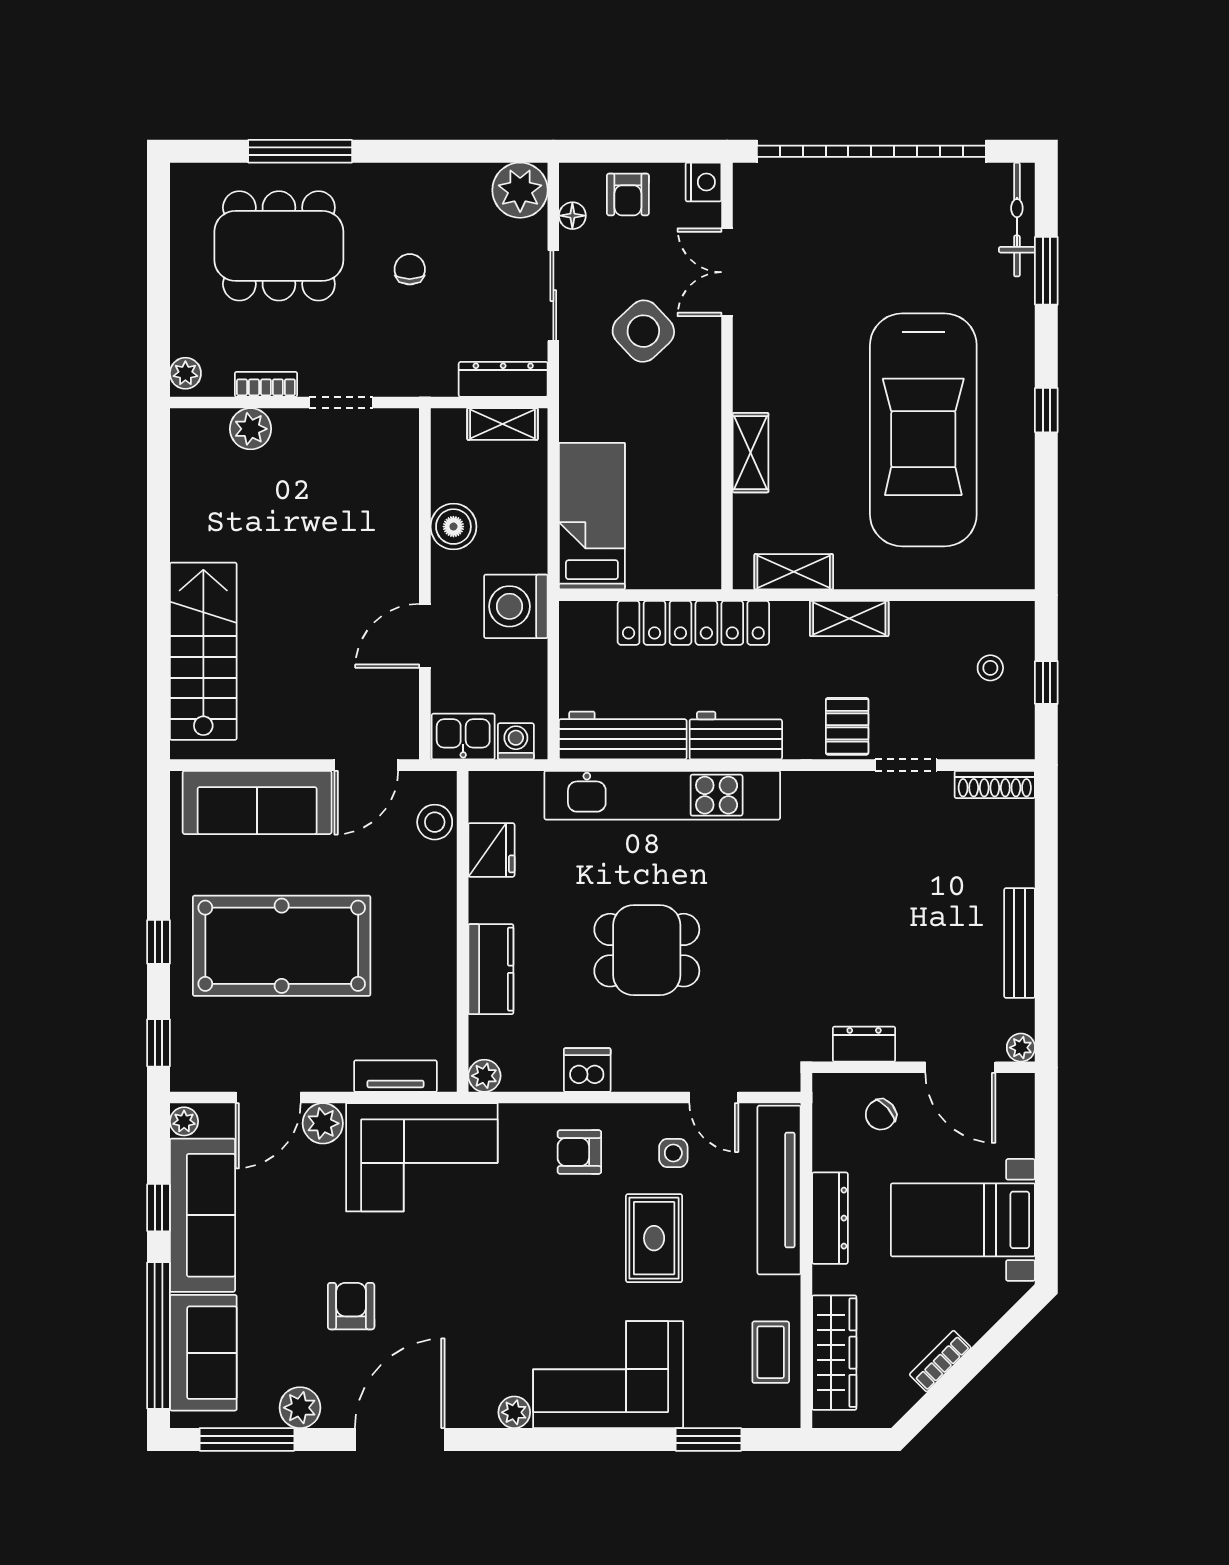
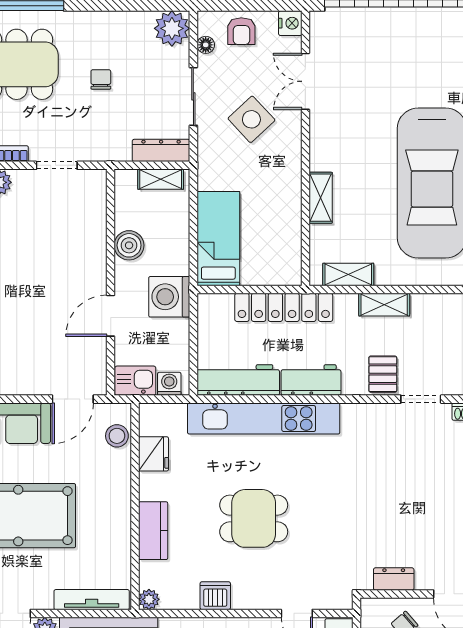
tv unit: (395, 1076) -> (92, 600), width x1.41

